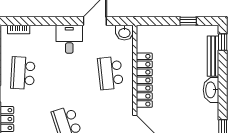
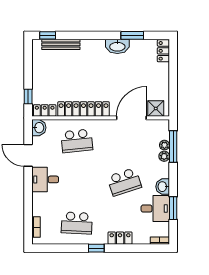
window: (188, 21) -> (28, 96), moved
locker: (143, 39) -> (45, 110), added
washbasin: (211, 90) -> (117, 46), moved

